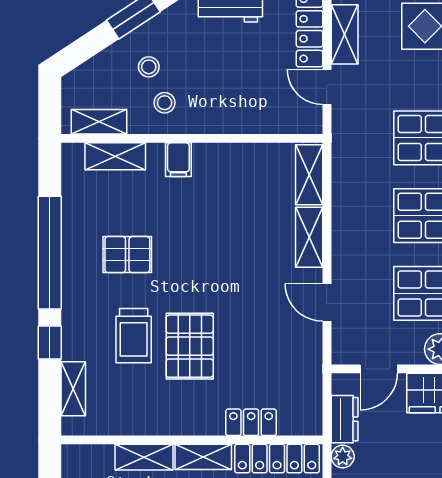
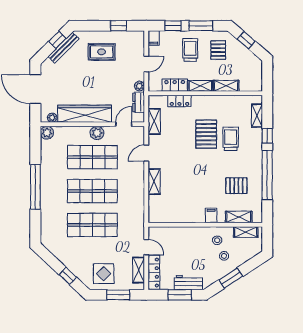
shelving: (309, 175) -> (154, 121), moved
pallet: (127, 255) -> (236, 186), moved
door: (327, 303) -> (146, 153), swing flipped
locker: (277, 459) -> (175, 85), width x0.66

